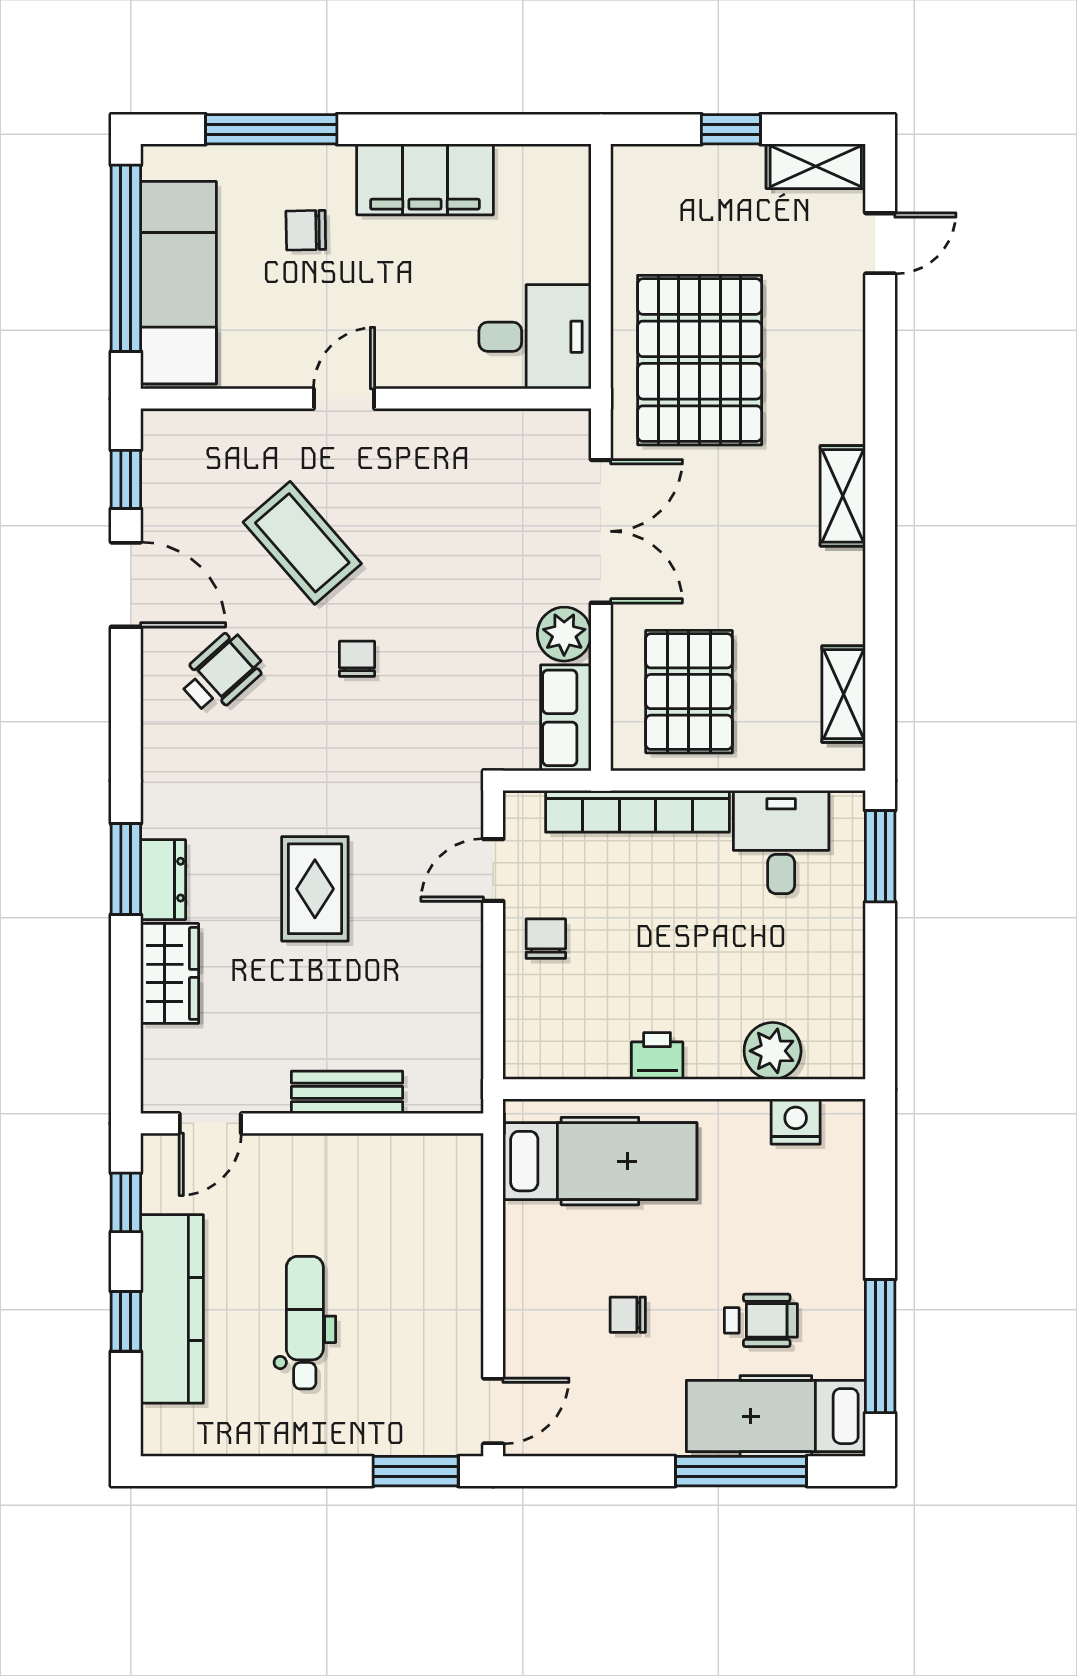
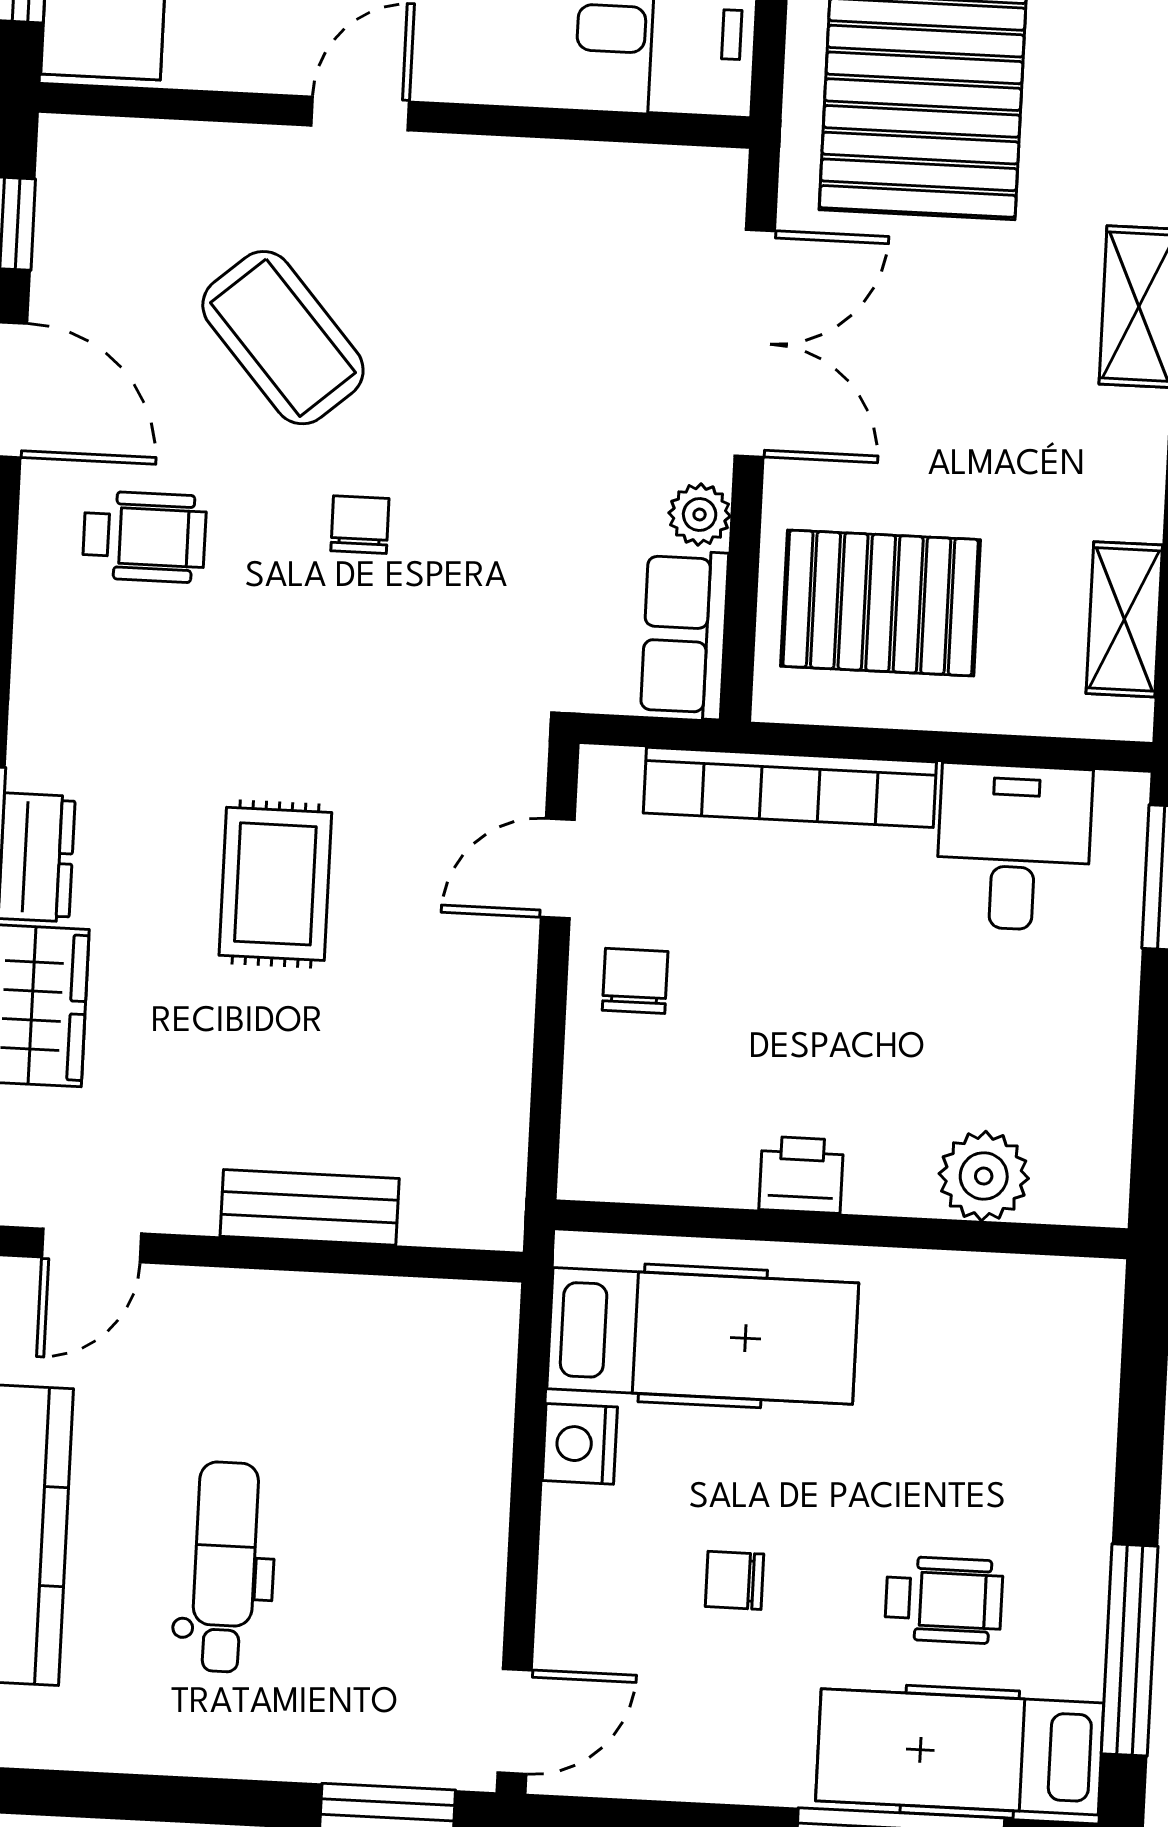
plant: (564, 634) -> (700, 514), width x0.73, depth x0.73
wheelchair: (221, 673) -> (144, 537), turned 42
pallet: (689, 692) -> (881, 603), turned 90
nightstand: (796, 1122) -> (580, 1444), moved, turned -90

